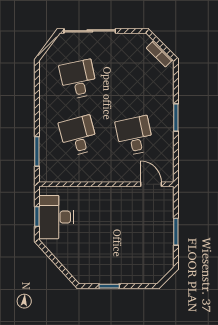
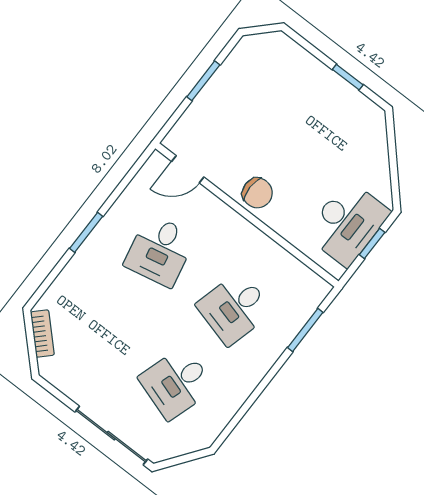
desk: (78, 79) -> (177, 383), turned 30
desk: (78, 136) -> (234, 308), turned 30
door: (151, 184) -> (188, 169), hinge flipped
chair: (109, 199) -> (257, 193), added

